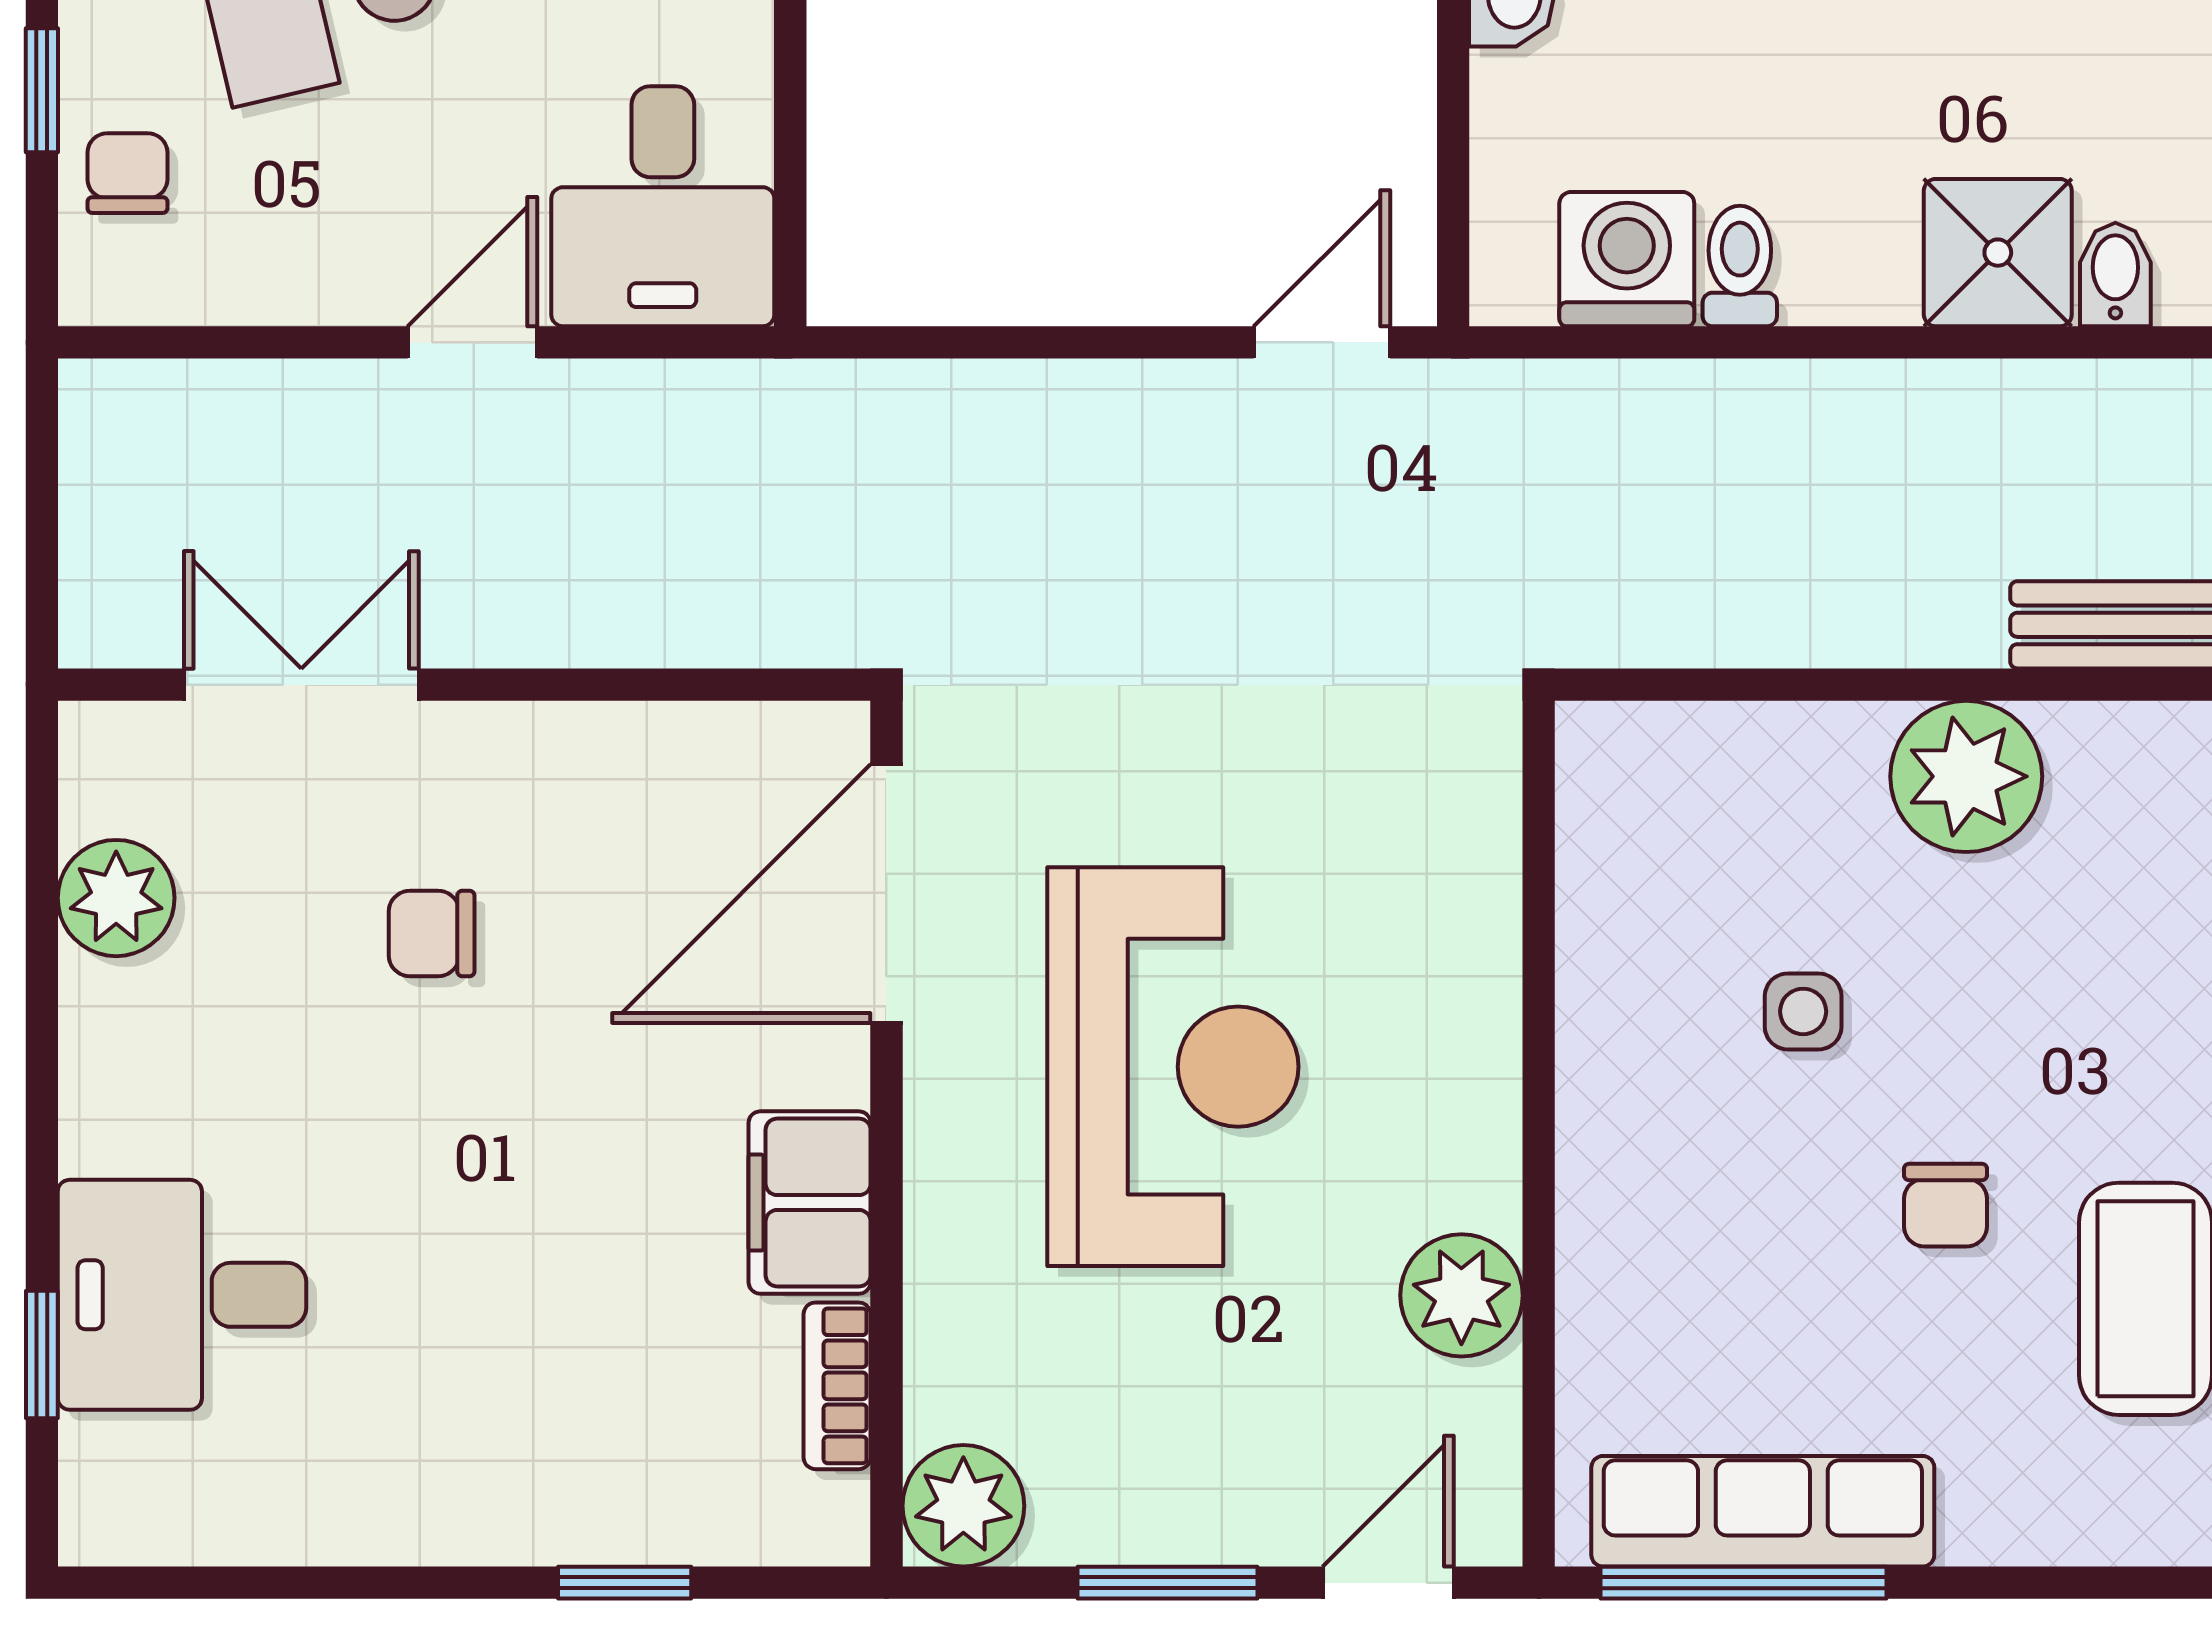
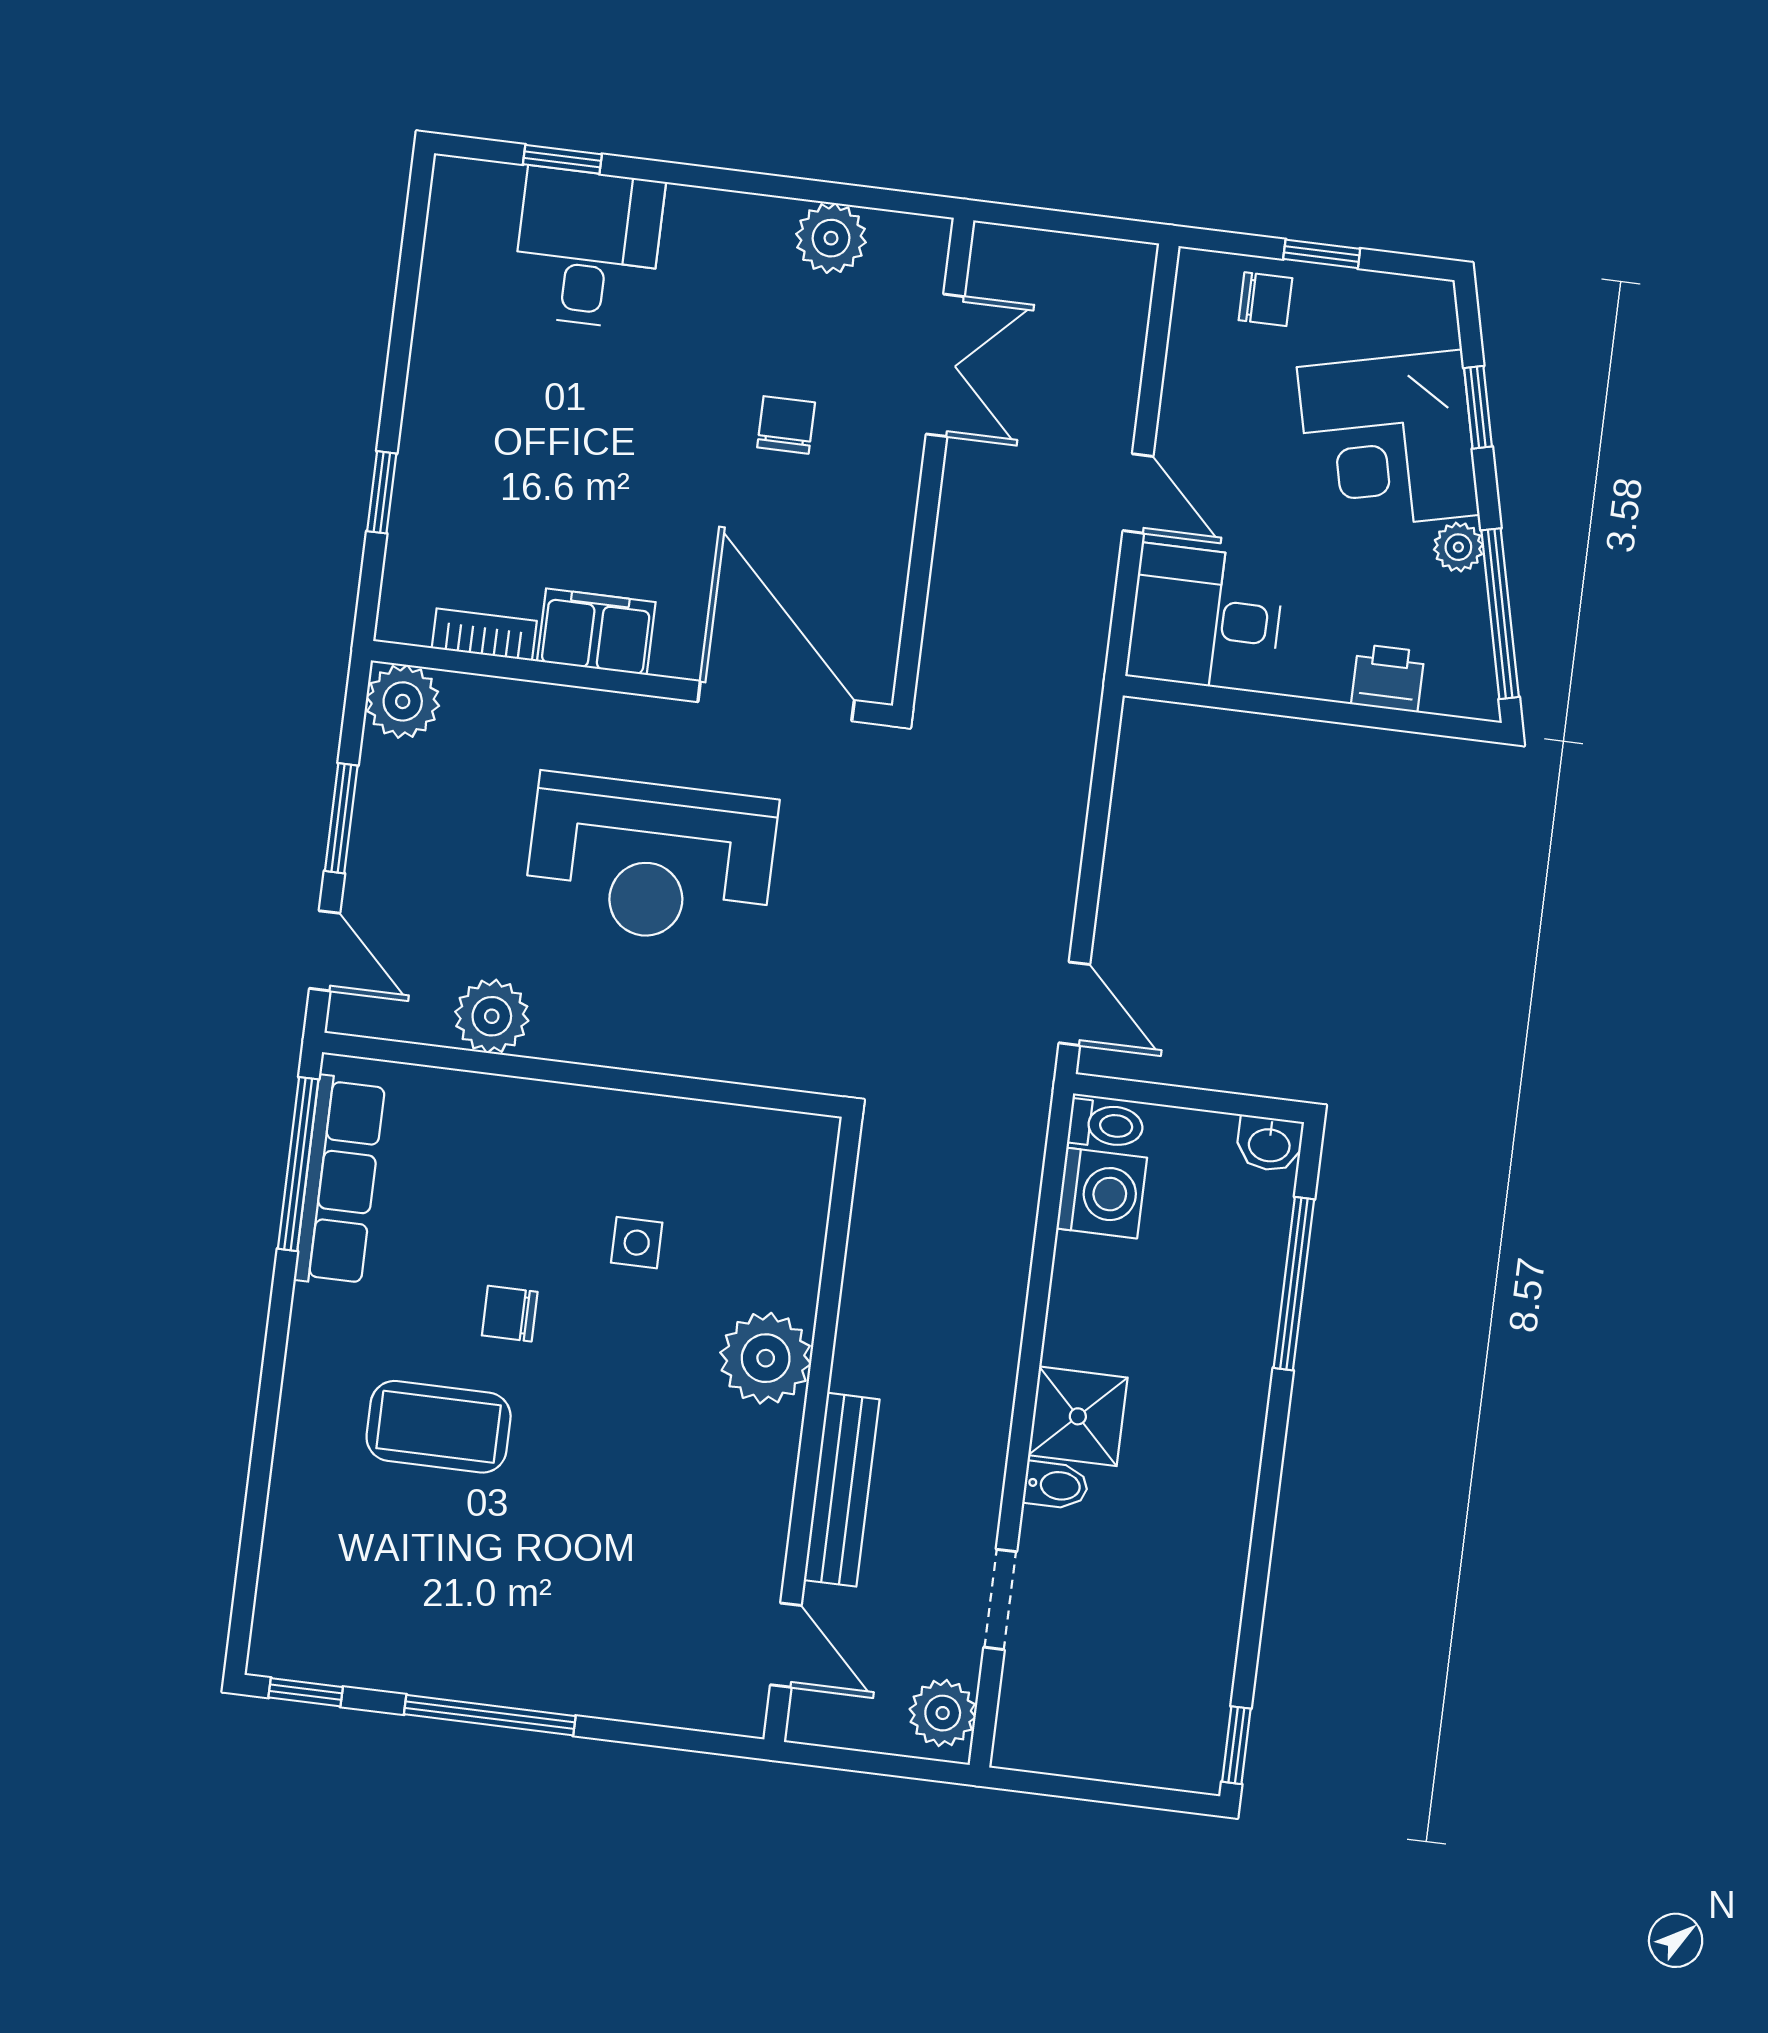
toilet: (1740, 266) -> (1106, 1125), moved

